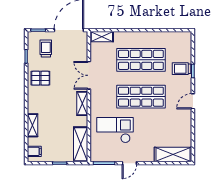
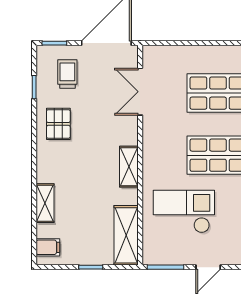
shelving: (102, 37) -> (162, 54), removed
double door: (89, 75) -> (140, 92), moved
pallet: (40, 78) -> (58, 124), turned 90

